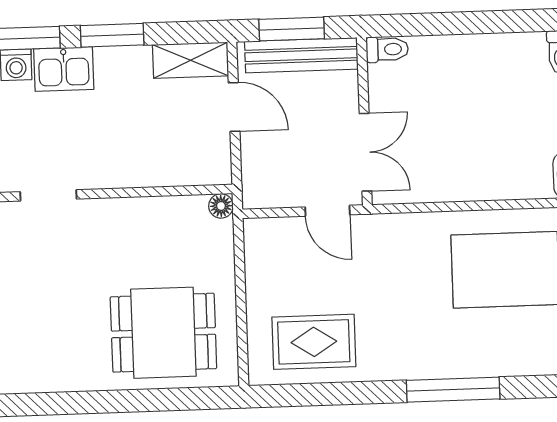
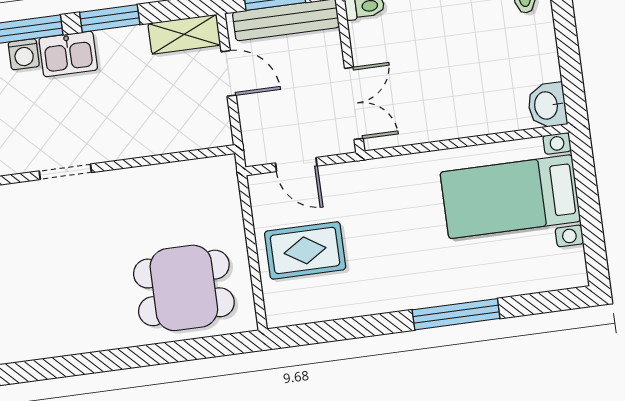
floor lamp: (221, 206) -> (225, 166), removed
door: (328, 211) -> (296, 164), moved
rug: (314, 342) -> (305, 250), moved

